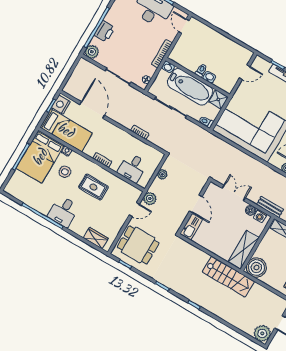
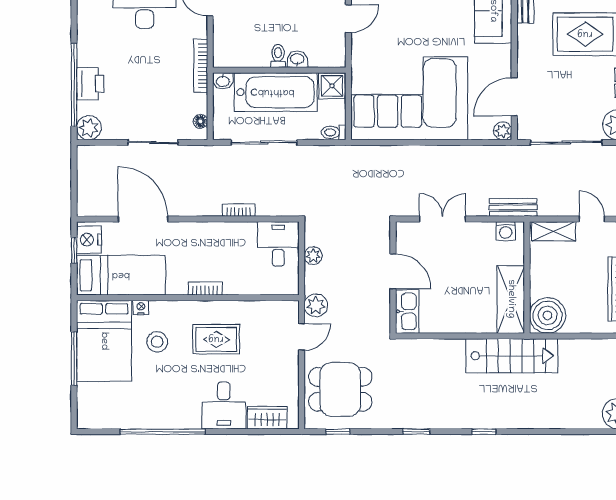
desk: (132, 168) -> (278, 244), moved, turned 180
boiler: (251, 210) -> (485, 231), removed
desk: (63, 211) -> (224, 406), moved

